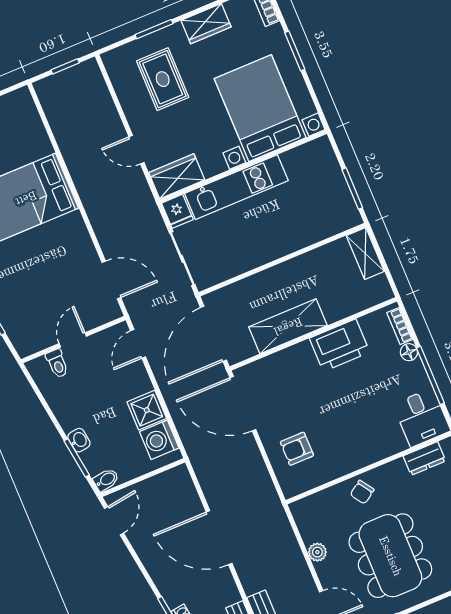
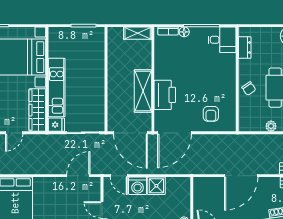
wardrobe: (177, 176) -> (37, 110), width x1.50
shelving: (365, 253) -> (138, 33), moved
printer: (340, 345) -> (165, 95), moved
washing machine: (159, 440) -> (138, 186), moved

